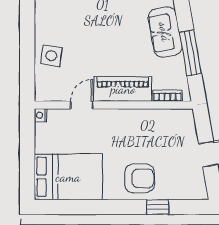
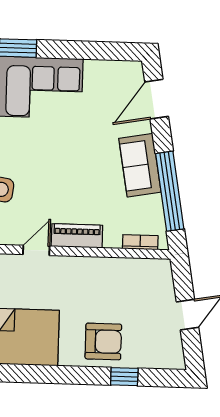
window: (190, 53) -> (170, 191), width x1.46
piano: (123, 89) -> (77, 236), width x0.73, depth x0.75

